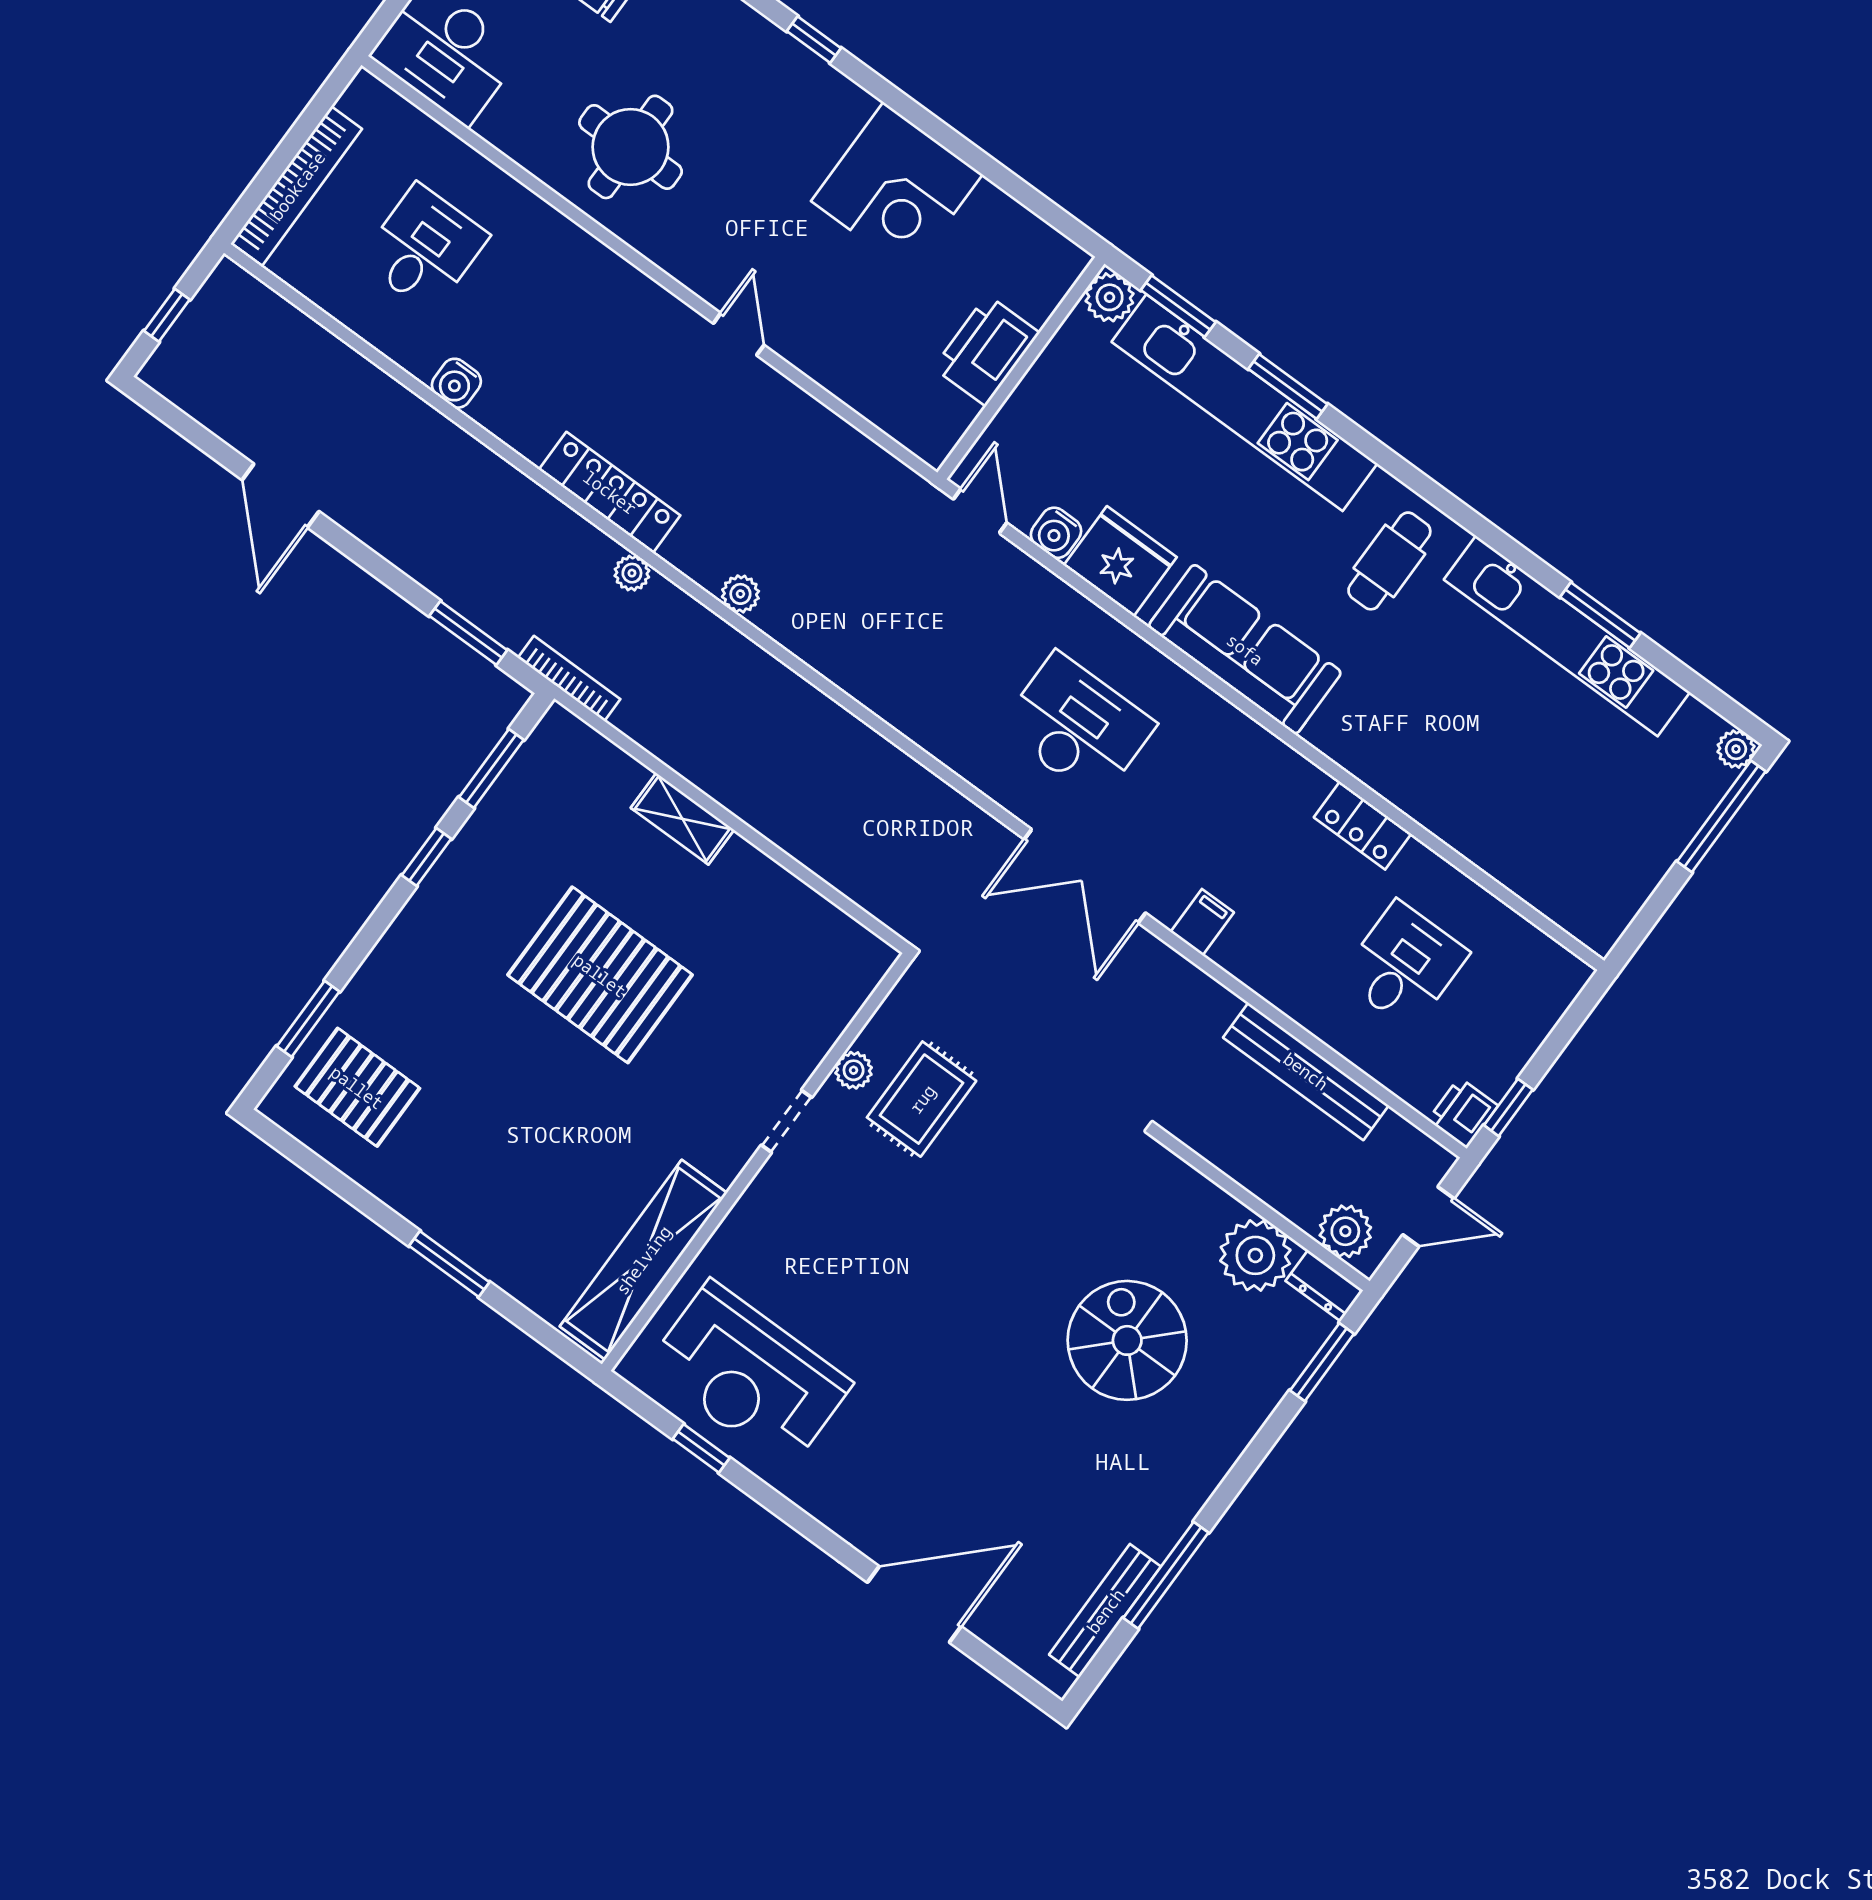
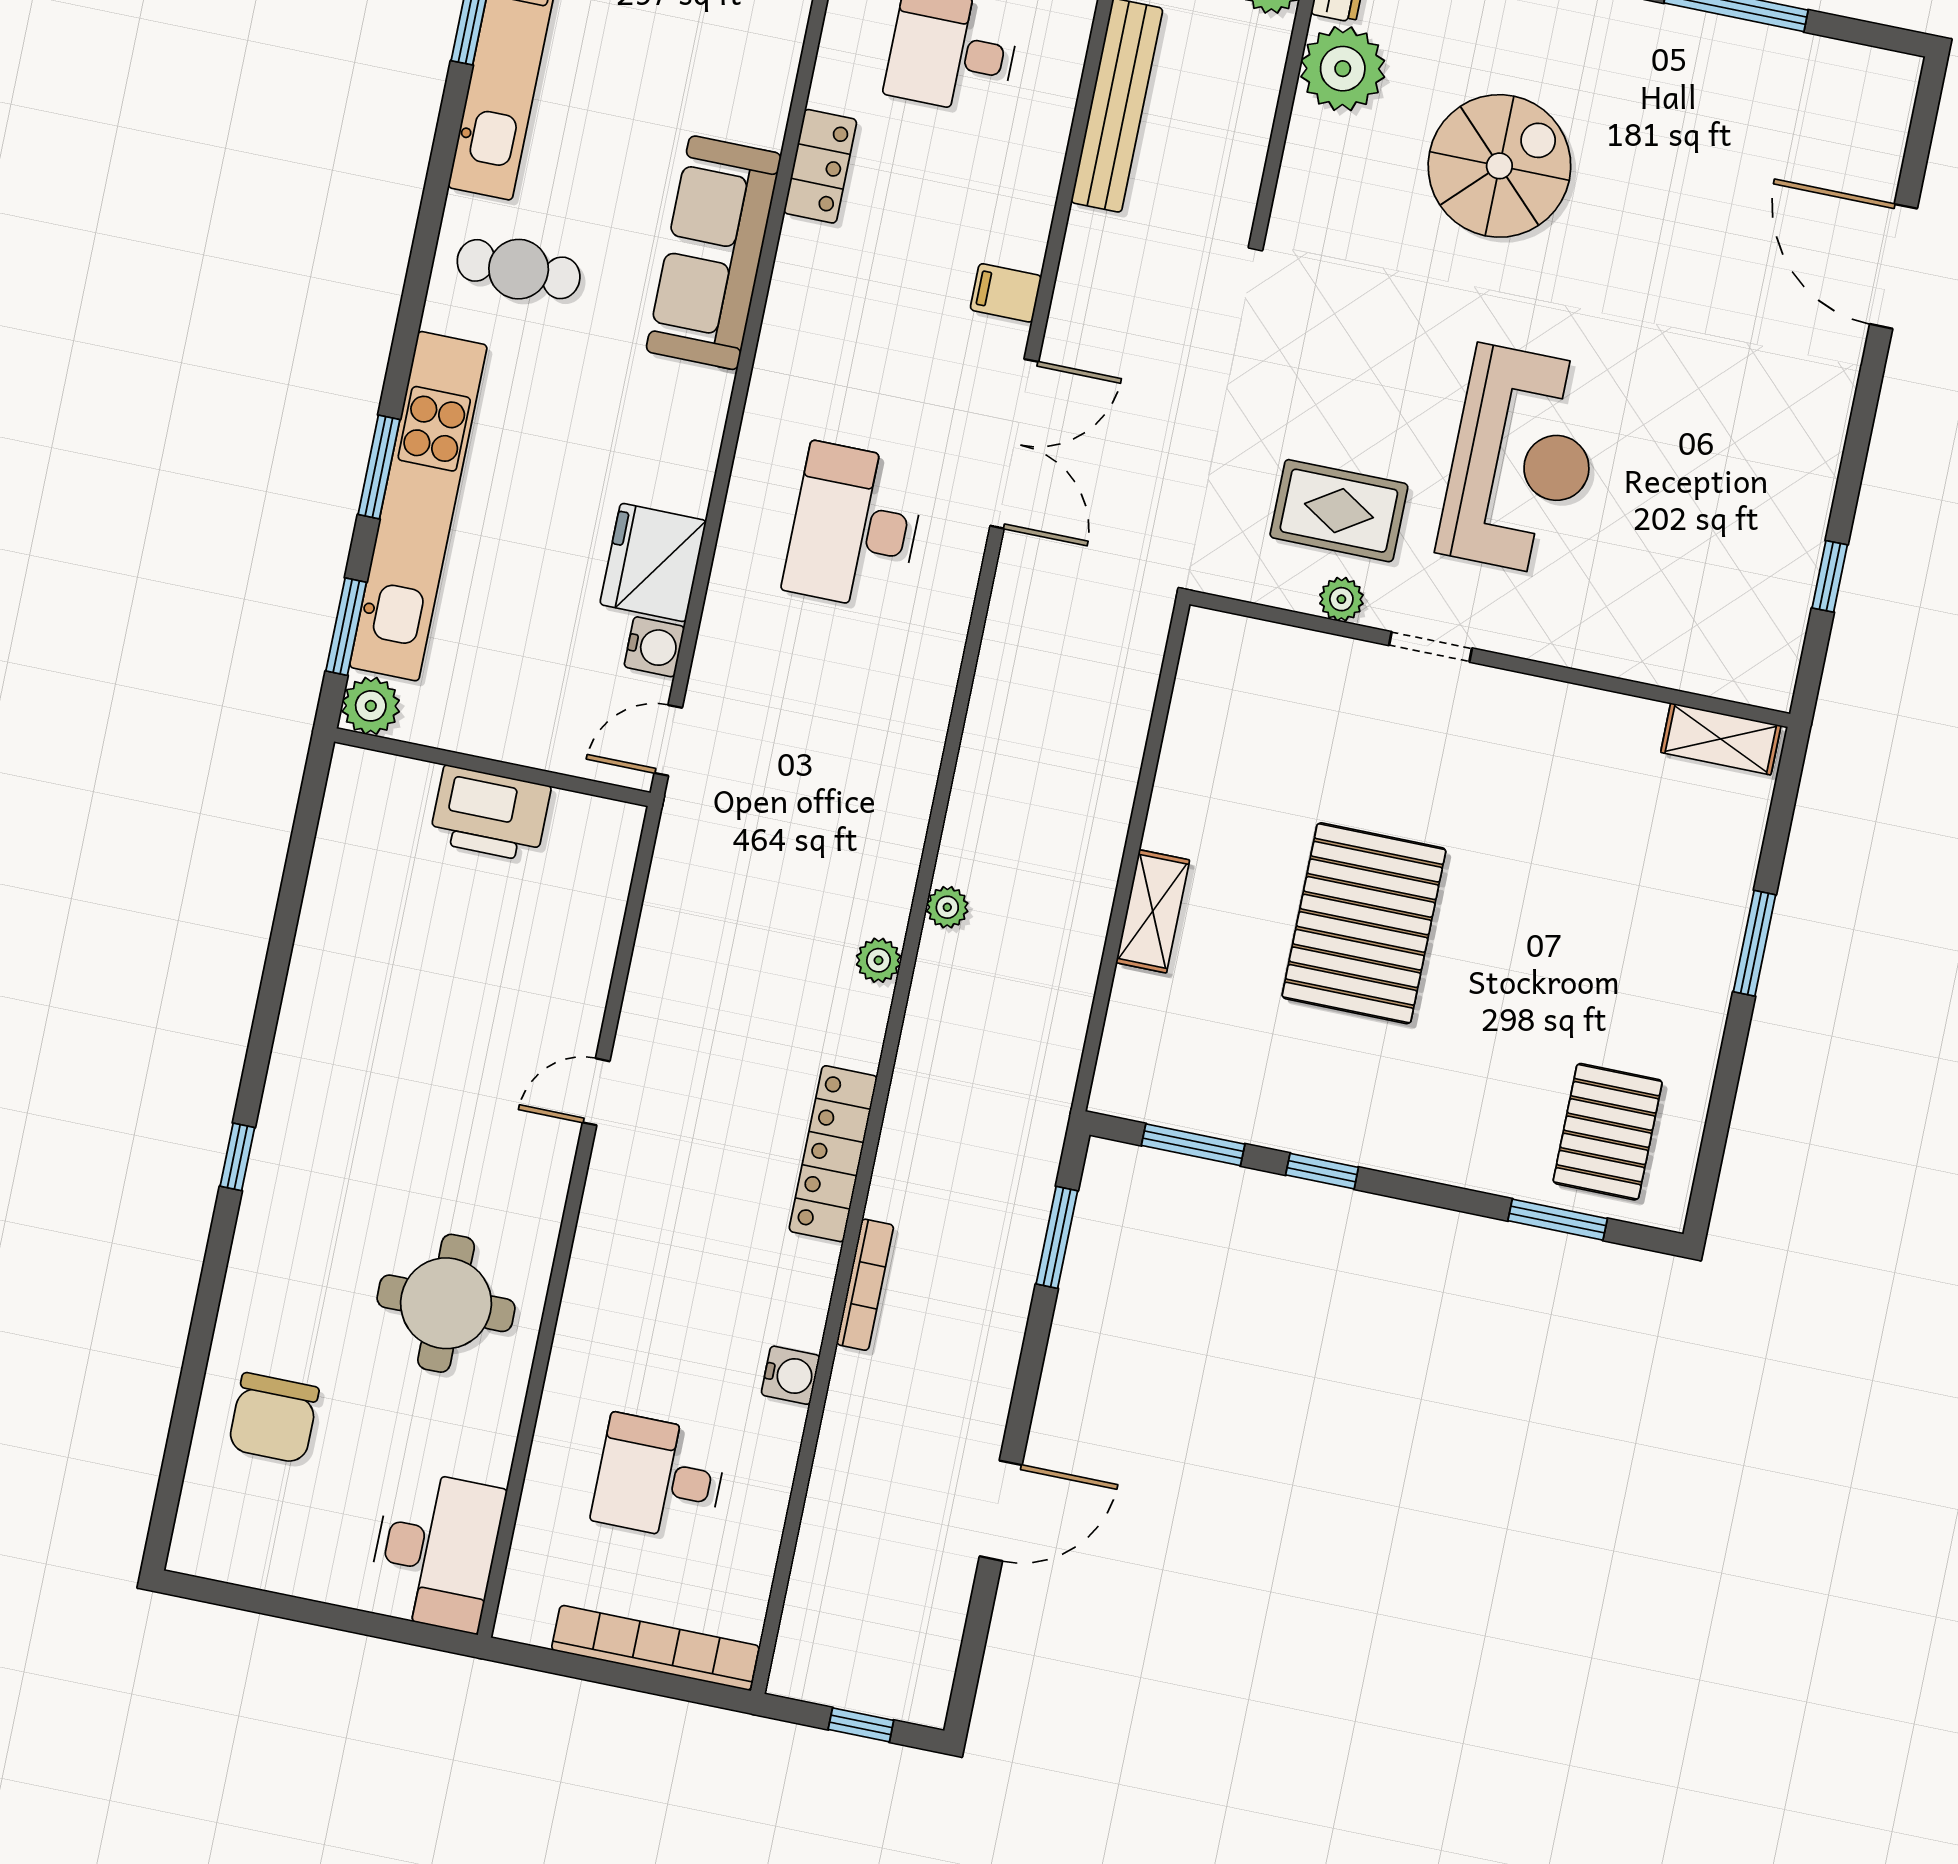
corner desk: (897, 188) -> (358, 993), removed
plant: (632, 573) -> (947, 907), moved
sofa: (1245, 649) -> (714, 253), moved
bookcase: (569, 678) -> (865, 1285), moved, turned 180
shelving: (643, 1260) -> (1721, 739), width x0.45, depth x0.75
spiral stairs: (1127, 1340) -> (1499, 166), turned 180
reception desk: (749, 1375) -> (1522, 461), moved
bench: (1105, 1611) -> (1805, 55), removed

